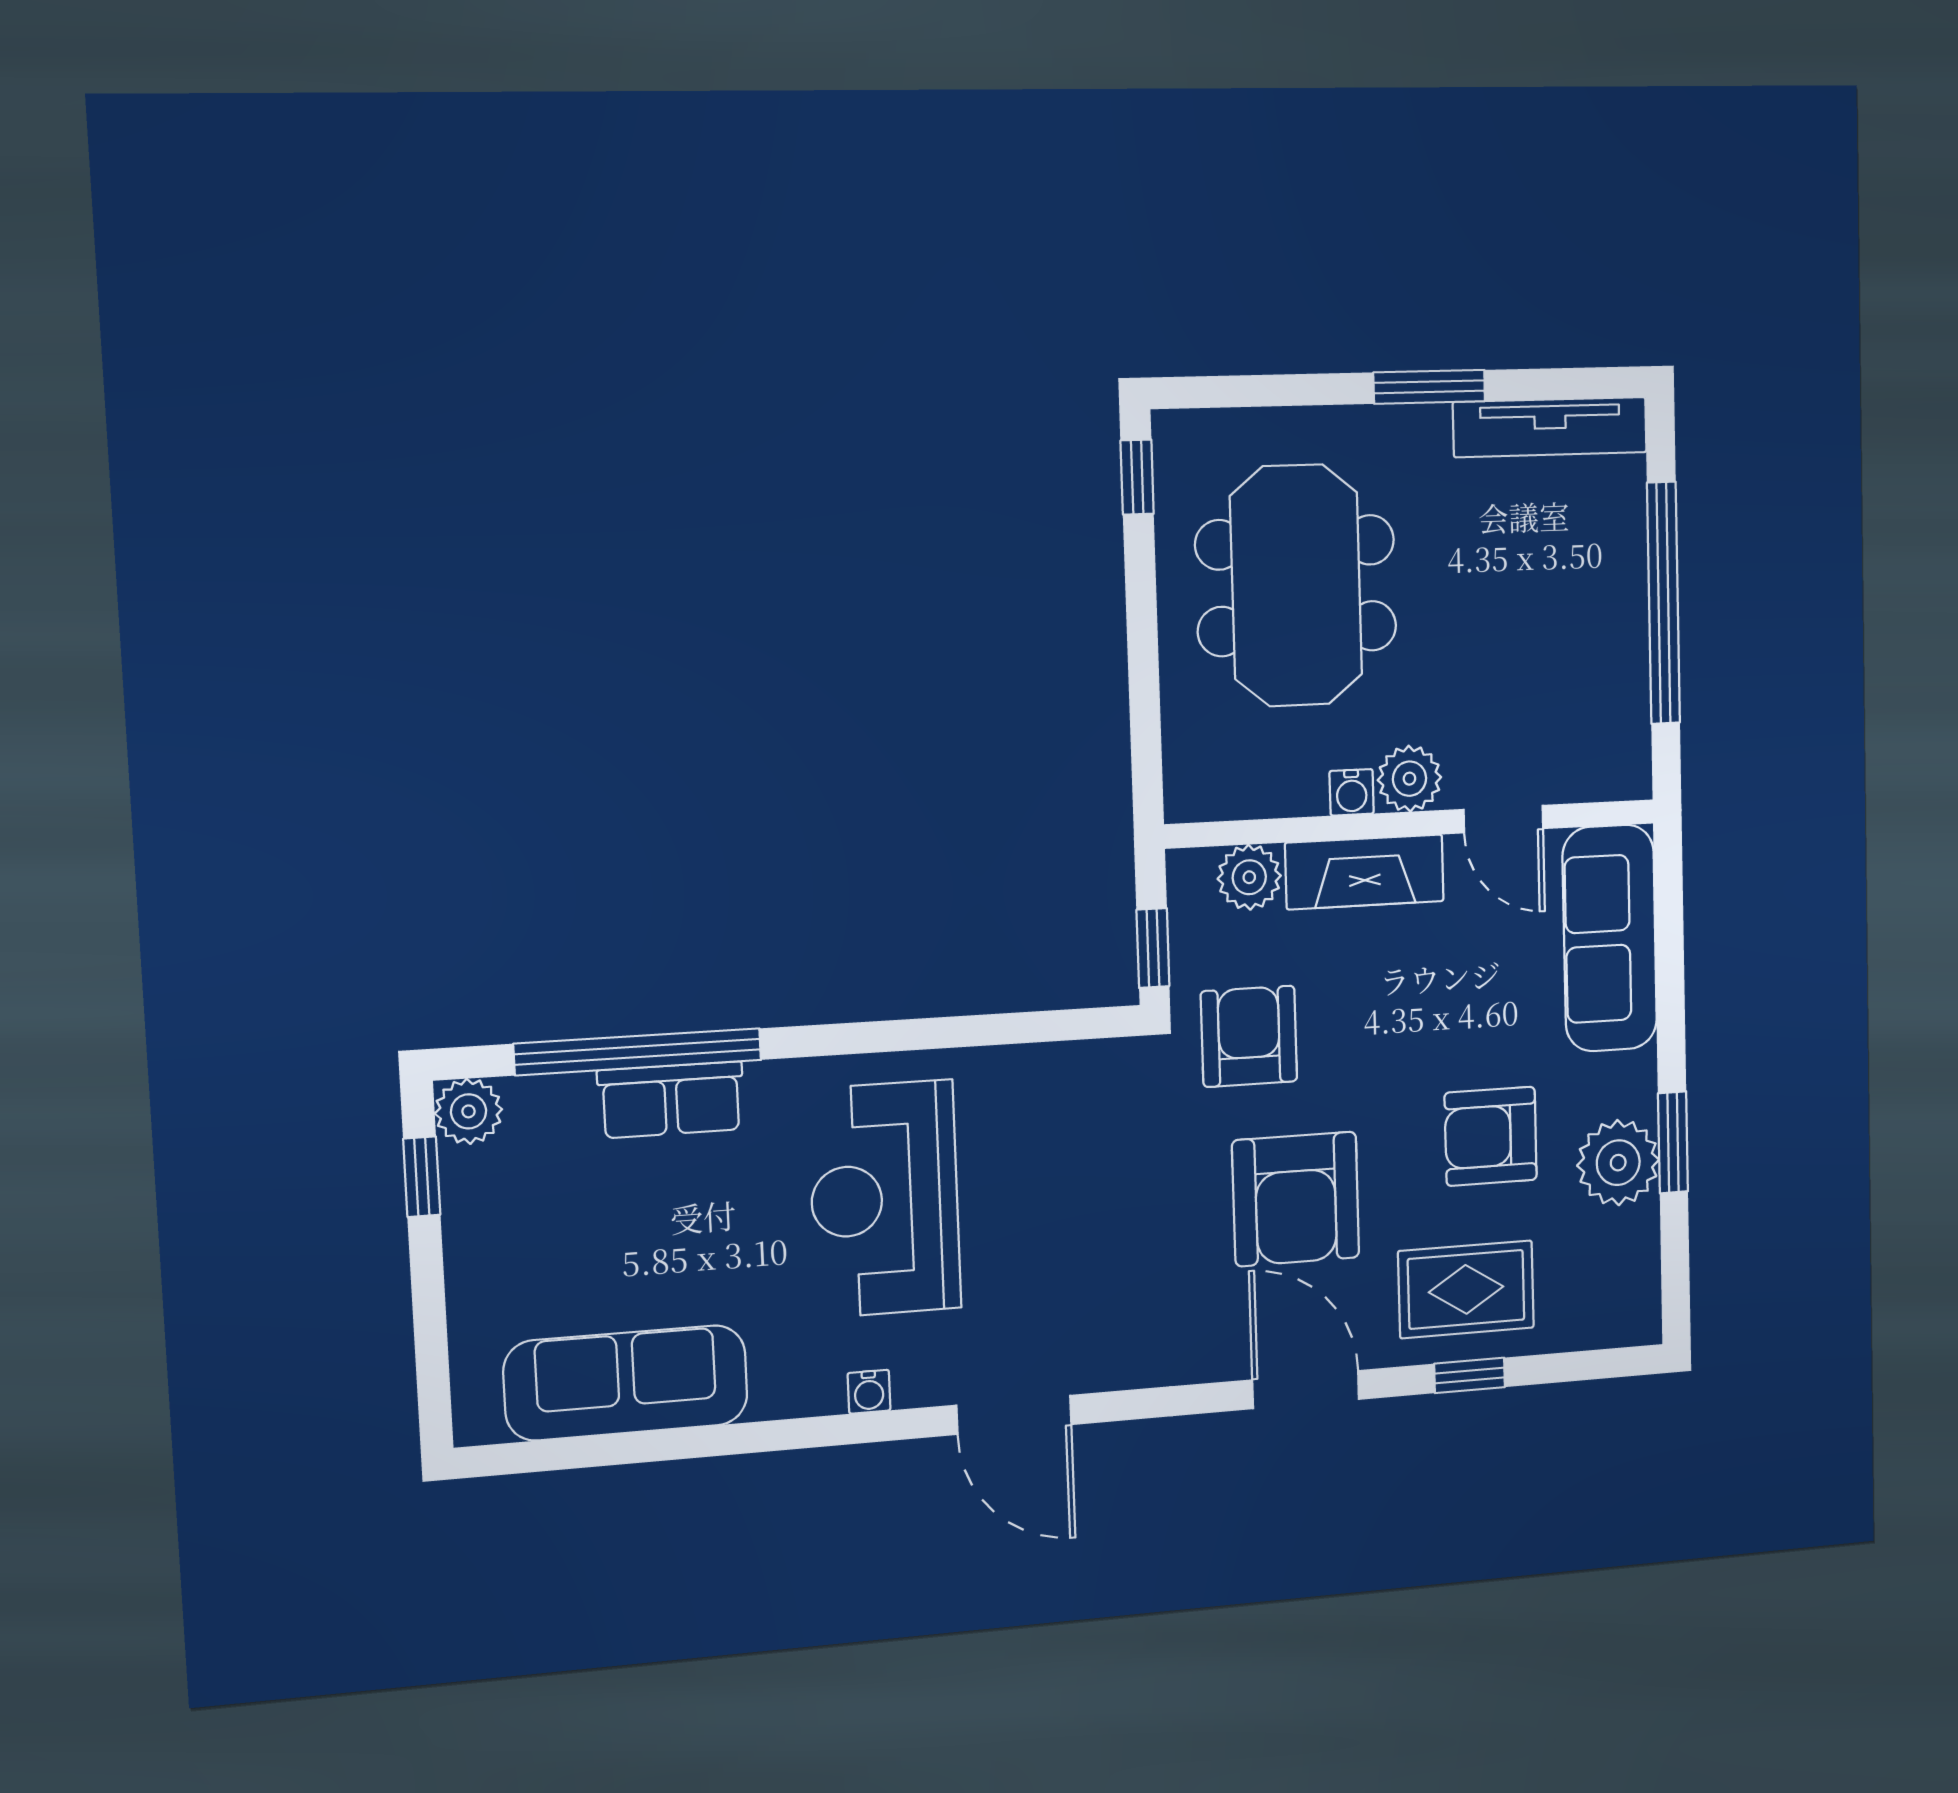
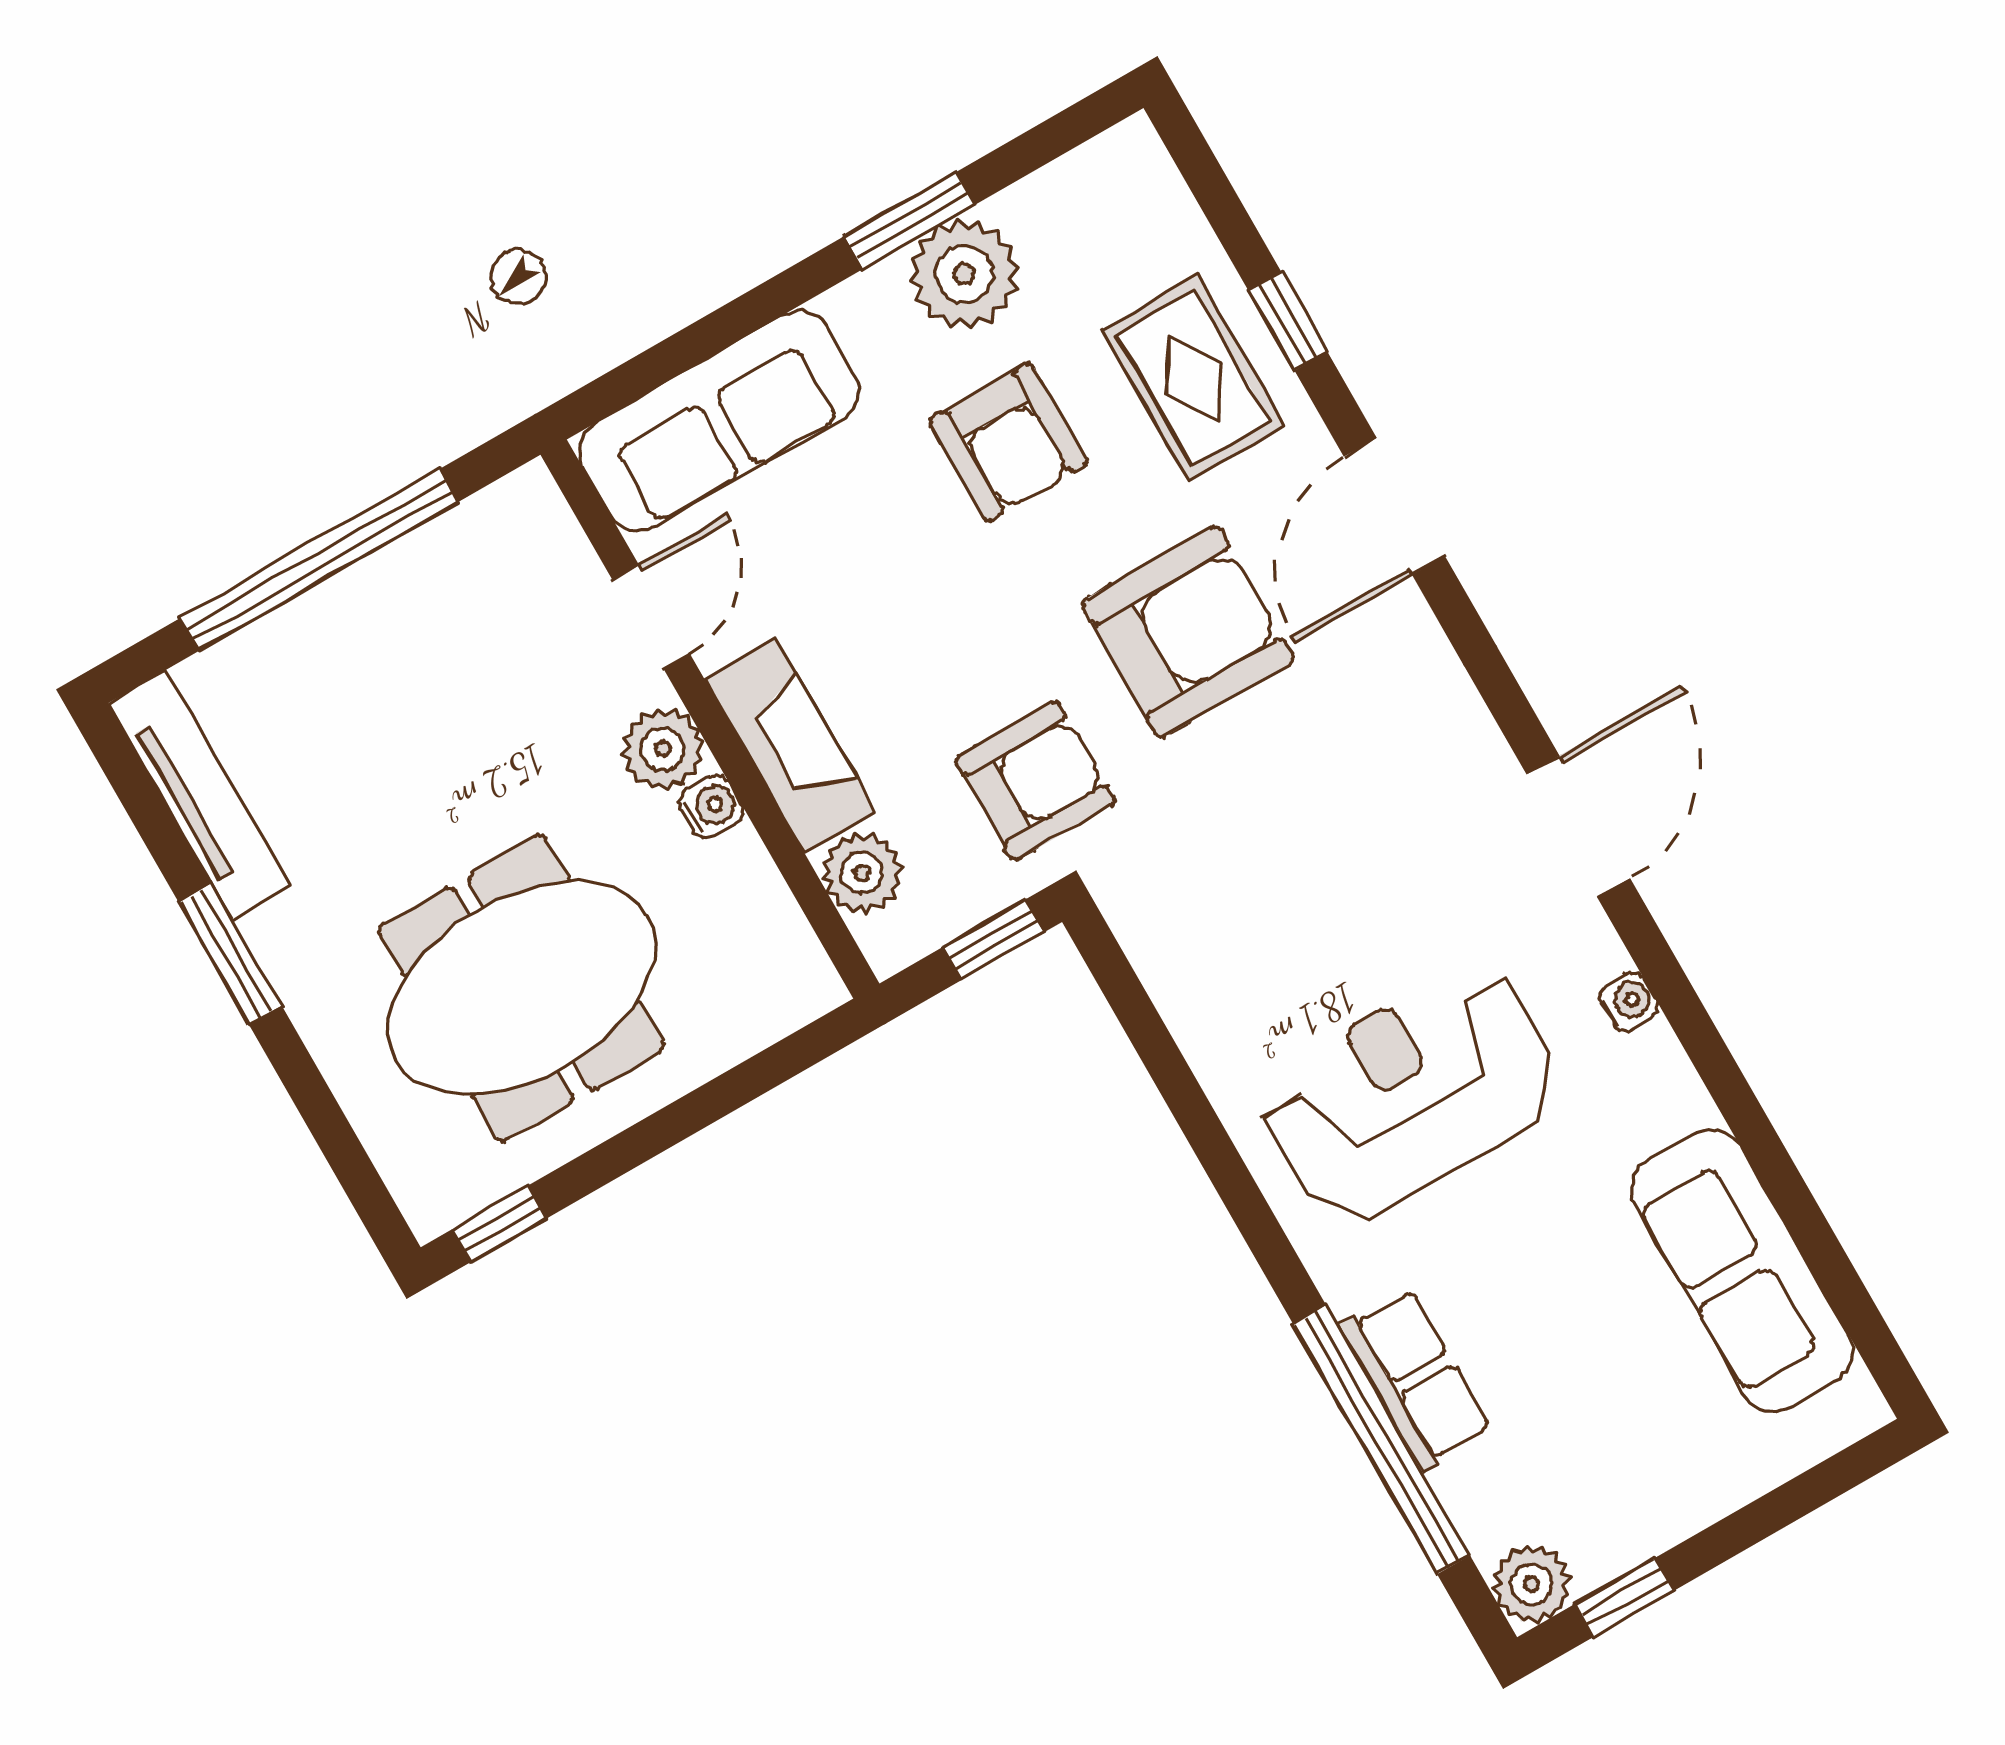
armchair: (1249, 1036) -> (1035, 781), turned 180
reception desk: (885, 1199) -> (1410, 1094), turned 180

